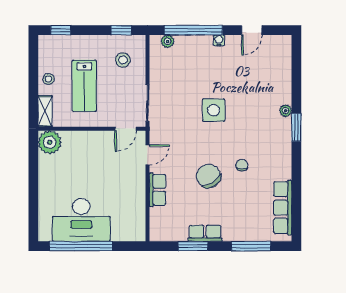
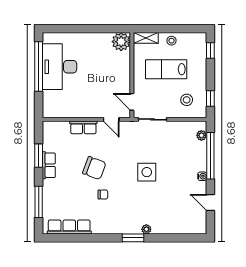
chair: (209, 176) -> (94, 168), turned 53

